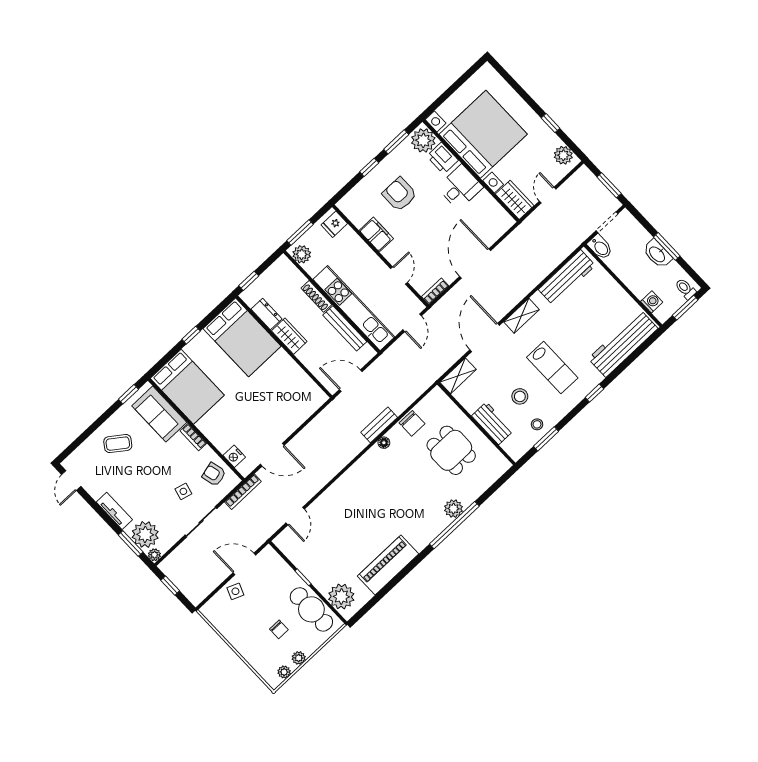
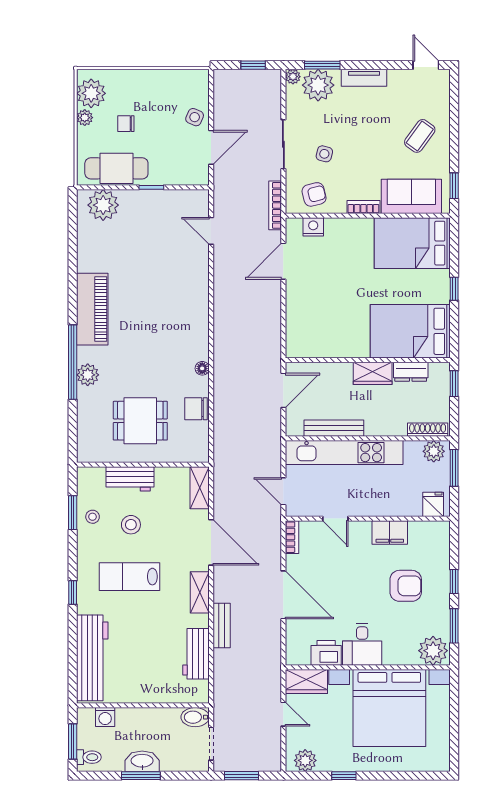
printer: (443, 158) -> (326, 653), moved
workbench: (567, 277) -> (196, 654), width x0.73
shoe rack: (316, 296) -> (428, 430), moved
bench: (379, 425) -> (222, 626), moved
piano: (388, 565) -> (92, 309), moved
plant: (284, 672) -> (91, 93), width x1.88, depth x1.88

